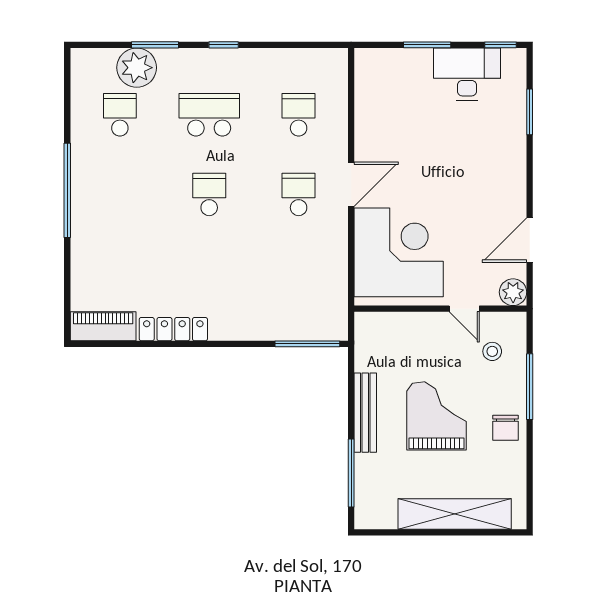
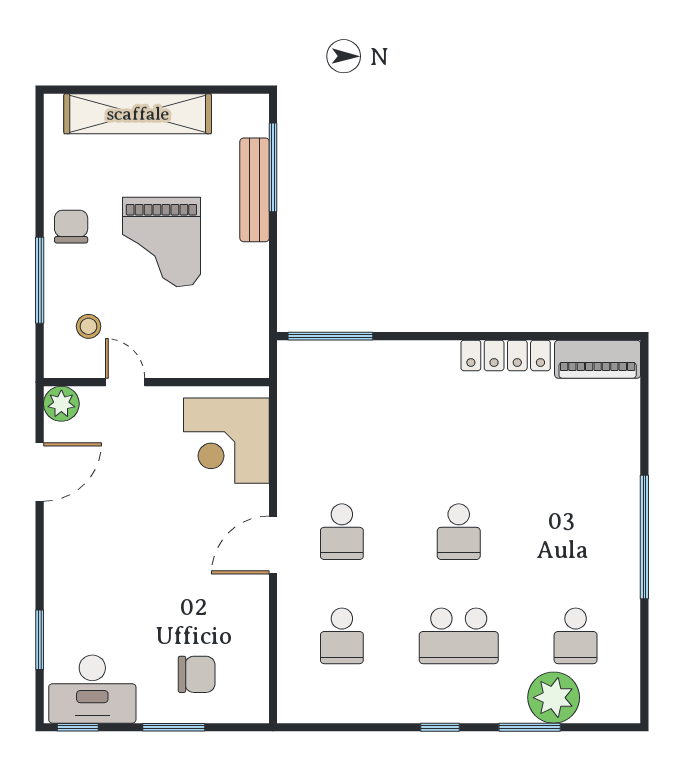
desk: (467, 74) -> (92, 689), moved
chair: (410, 85) -> (197, 674), added
corner desk: (399, 252) -> (226, 441), width x0.74, depth x0.74
bench: (365, 413) -> (255, 190), moved

